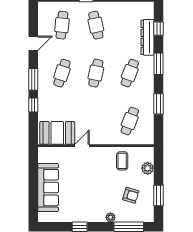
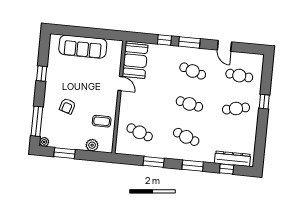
dresser: (147, 37) -> (232, 159), moved
armchair: (131, 195) -> (67, 106), moved
plant: (110, 217) -> (44, 142), moved

